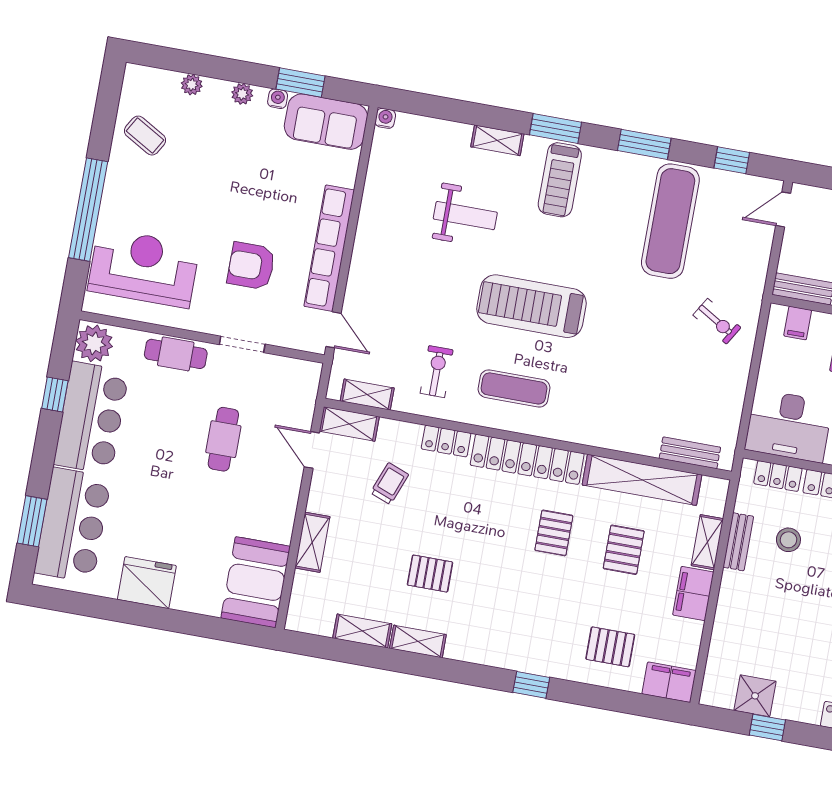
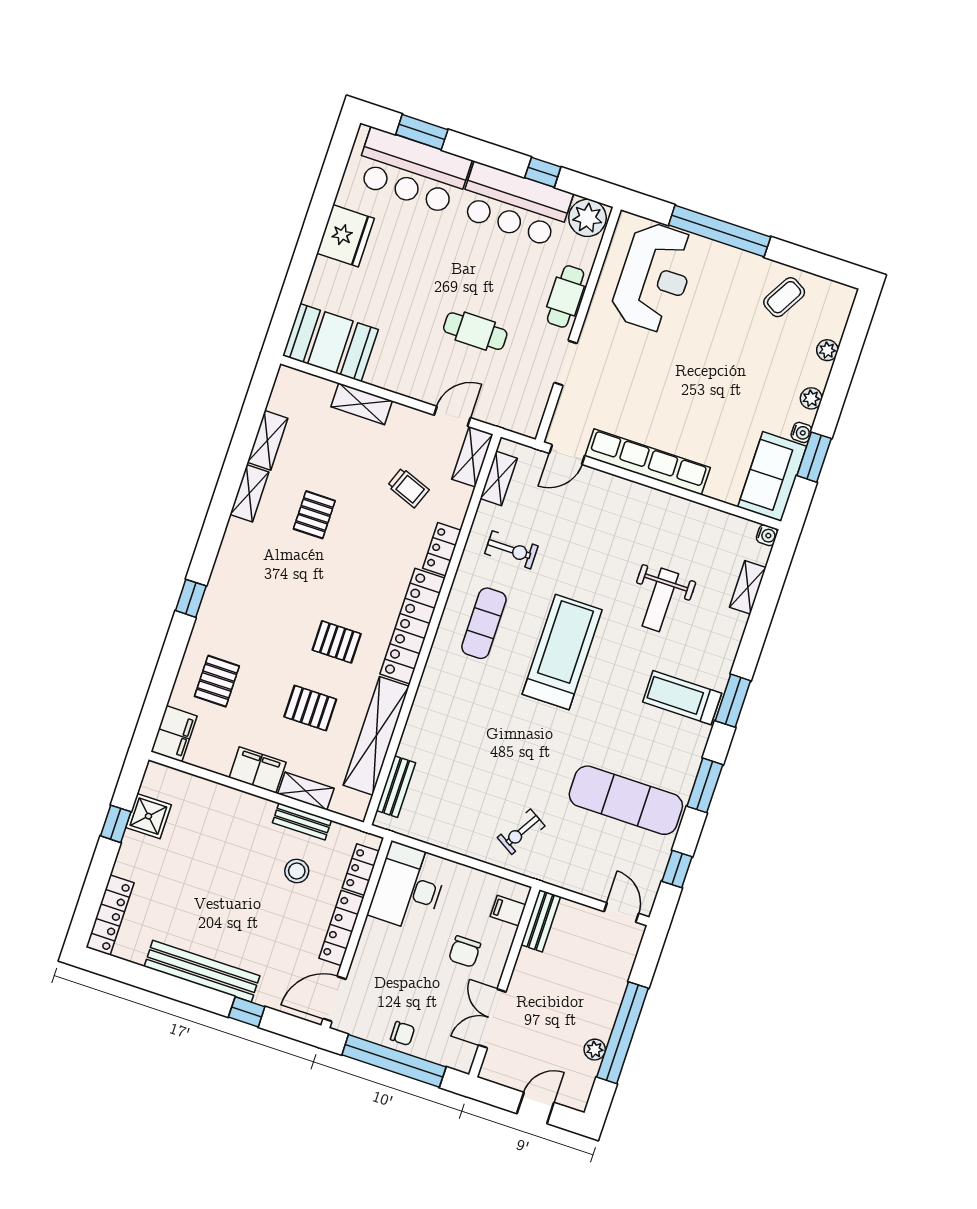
shelving: (497, 140) -> (748, 587), moved
armchair: (251, 266) -> (641, 383), removed

